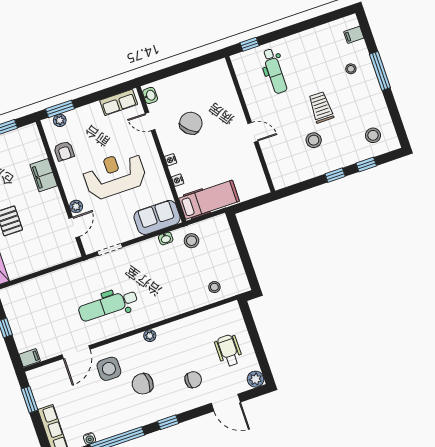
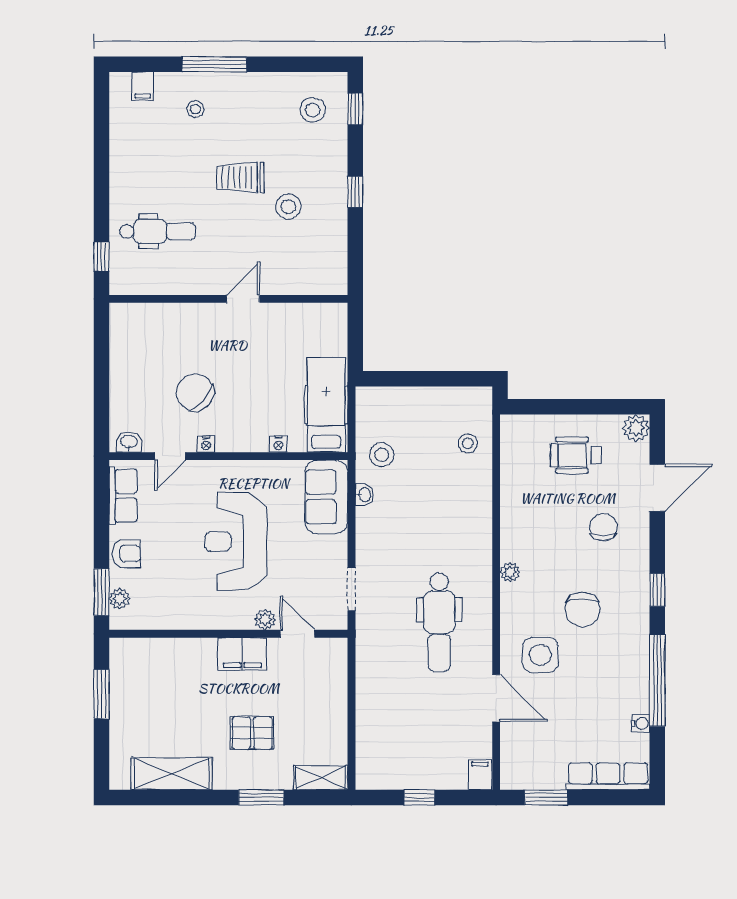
armchair: (64, 151) -> (126, 554), moved
nightstand: (171, 160) -> (206, 444), moved
window: (366, 164) -> (355, 109), moved
filing cabinet: (44, 175) -> (242, 654), moved

